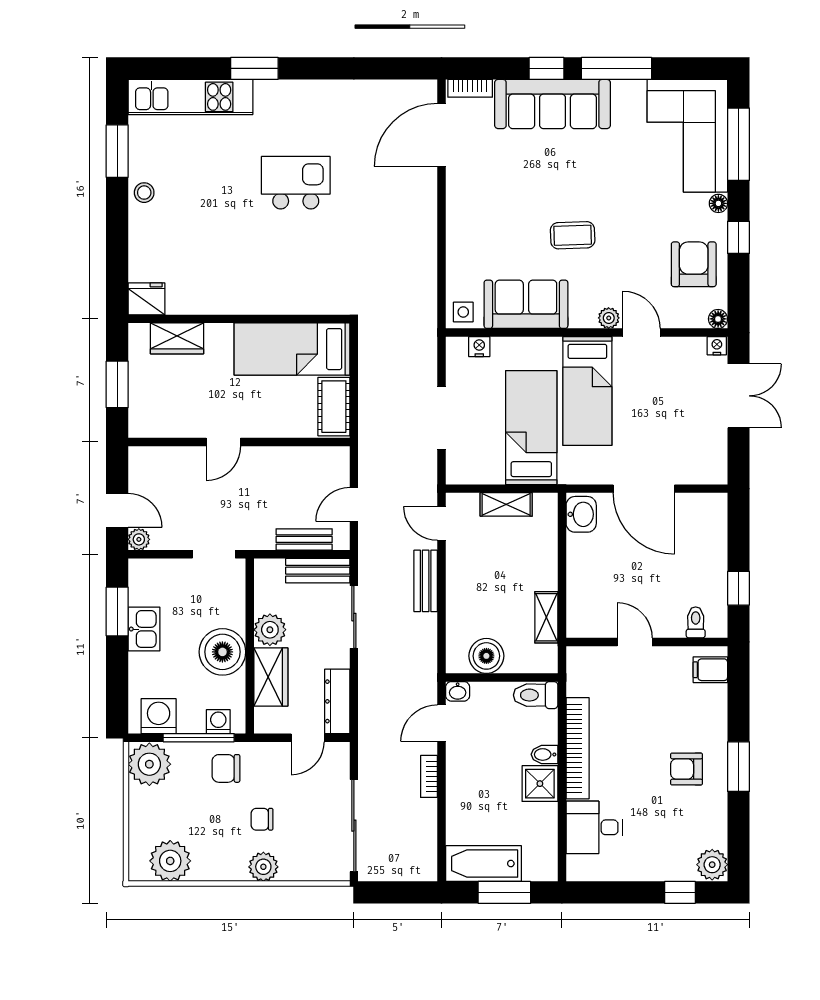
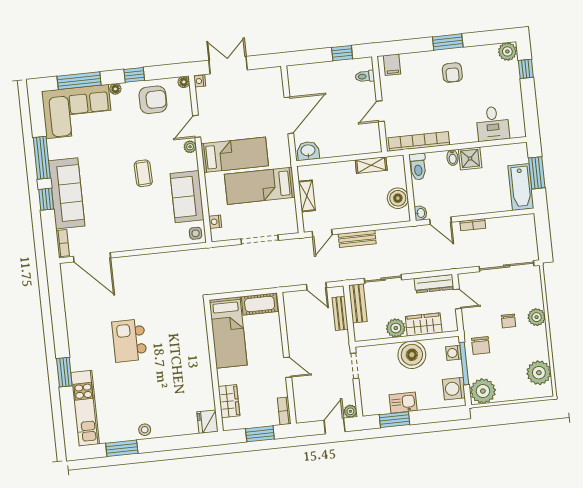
armchair: (694, 264) -> (153, 100), turned 180
bookcase: (151, 429) -> (284, 411), added
bookcase: (578, 748) -> (419, 141), moved

